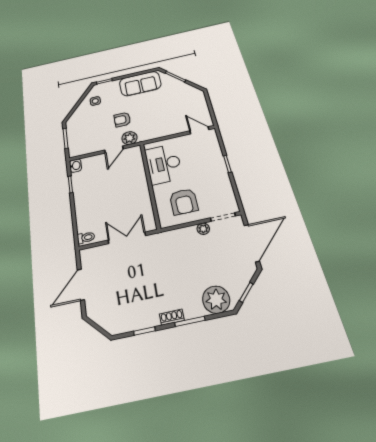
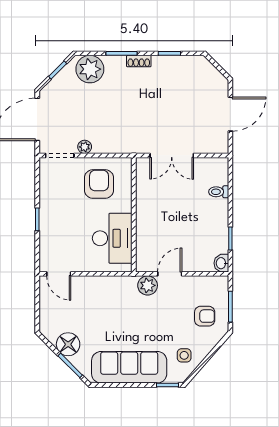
sofa: (140, 84) -> (129, 367), width x1.36
floor lamp: (180, 88) -> (68, 344), added
armchair: (122, 120) -> (205, 316), moved
toilet: (86, 238) -> (219, 192), moved

